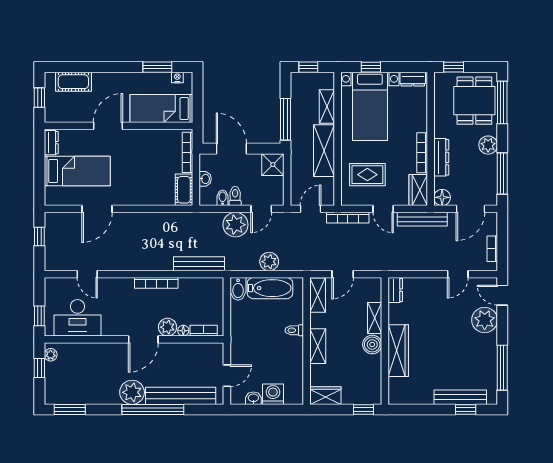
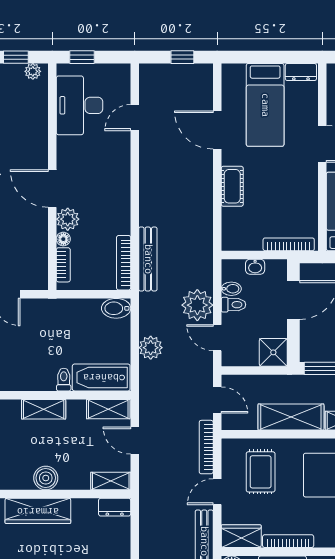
cot: (184, 190) -> (232, 186), moved, turned 90
bookcase: (156, 283) -> (124, 263), moved
bathtub: (270, 288) -> (101, 377), moved, turned 90
shelving: (375, 318) -> (111, 481), moved

